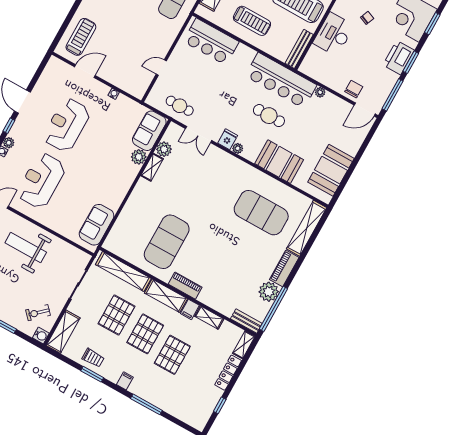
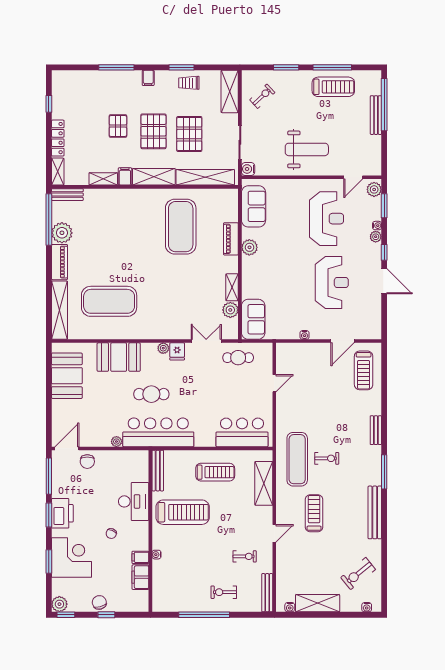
treadmill: (252, 21) -> (215, 472), turned 180
plant: (139, 157) -> (249, 247), moved
piano: (185, 286) -> (231, 239), moved, turned 90
water cooler: (41, 335) -> (248, 169), moved
pallet: (172, 355) -> (118, 126), width x0.67, depth x0.71

